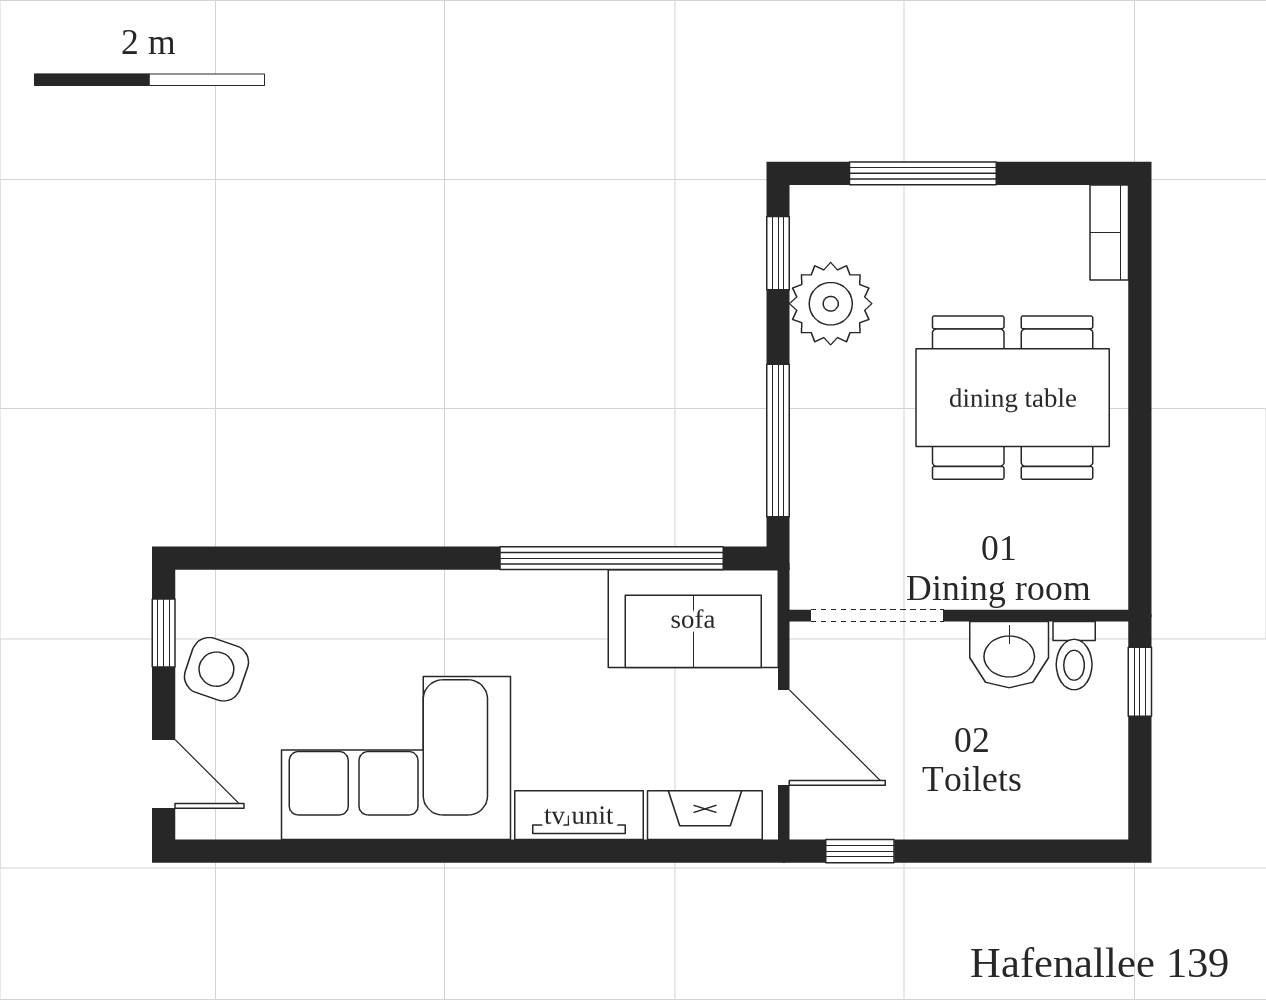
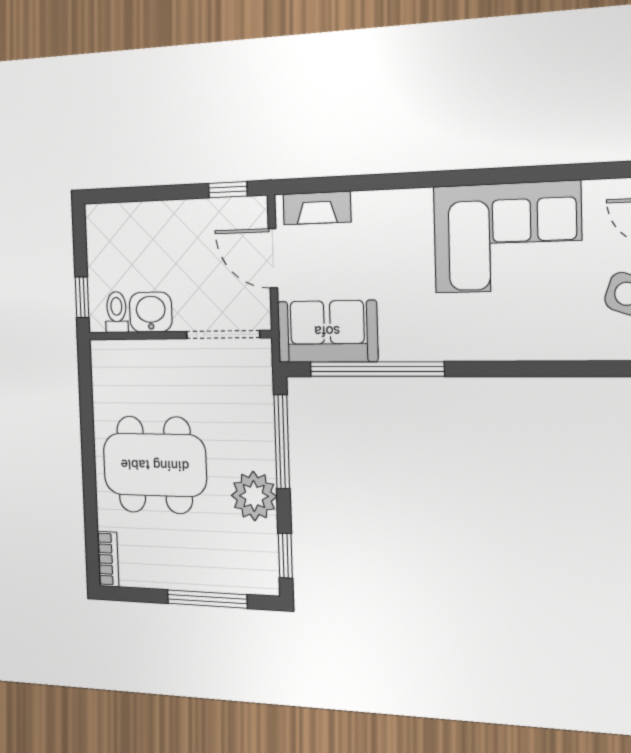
plant: (831, 304) -> (254, 496), moved
tv unit: (579, 815) -> (392, 205), removed

